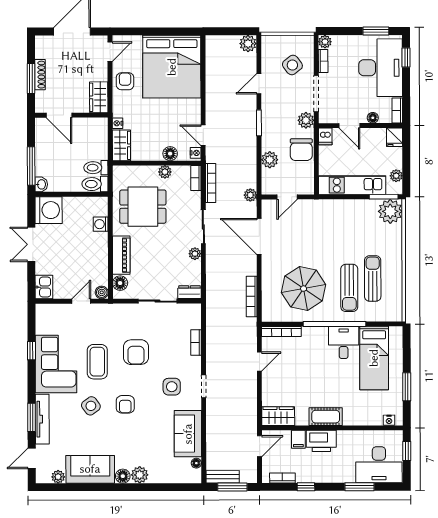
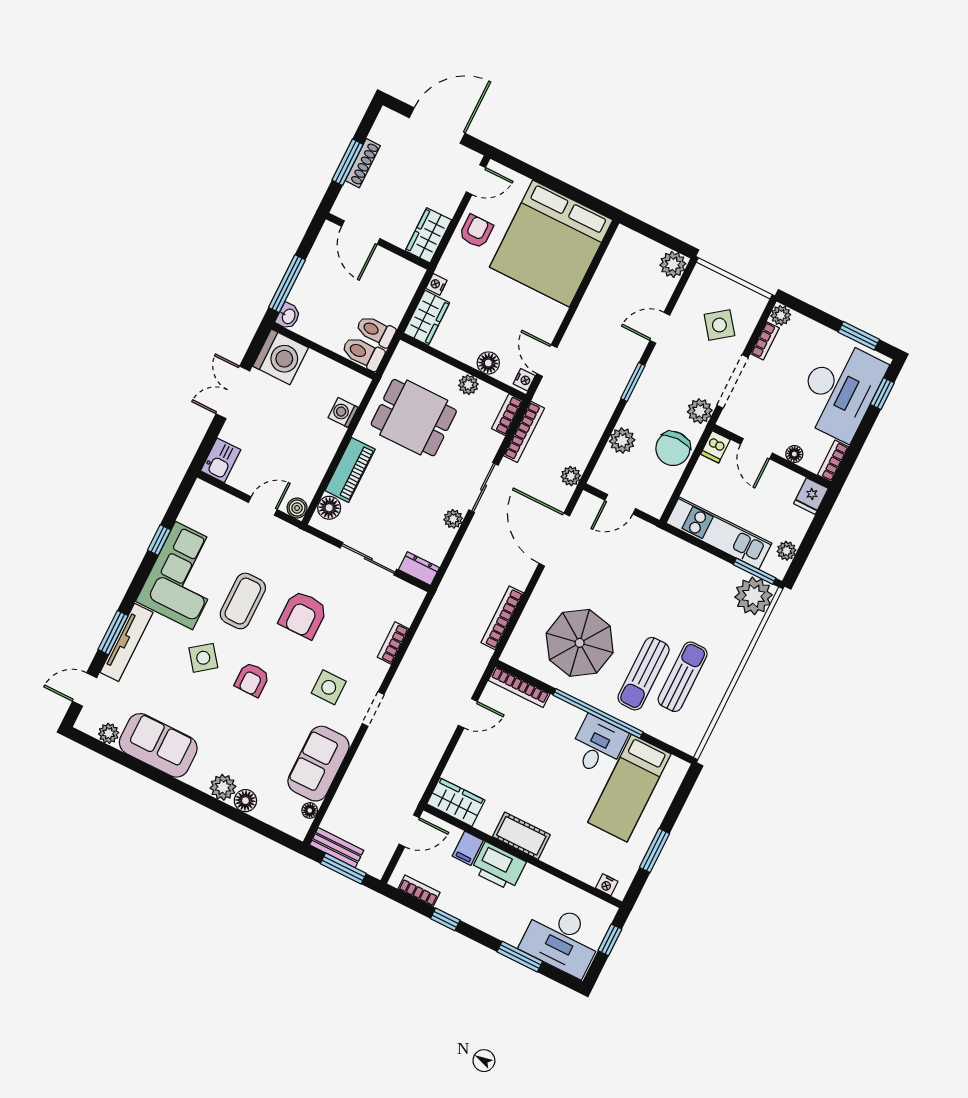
floor lamp: (123, 476) -> (245, 801), moved

